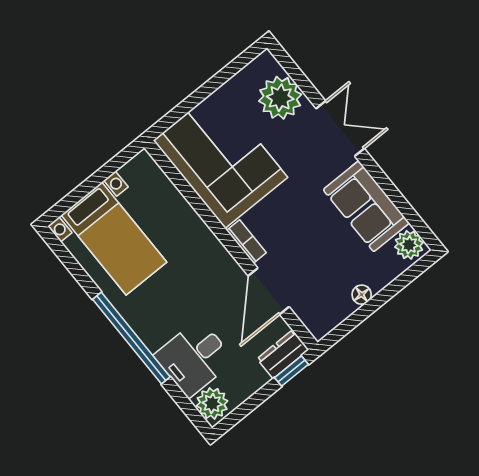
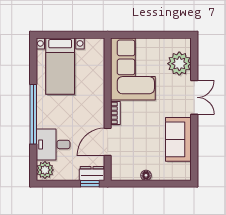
plant: (409, 245) -> (183, 171), removed

